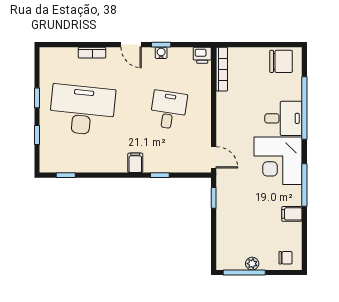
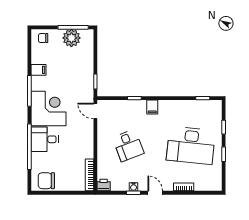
desk: (168, 110) -> (128, 145), turned -30
plant: (252, 264) -> (71, 38), width x1.88, depth x1.88

